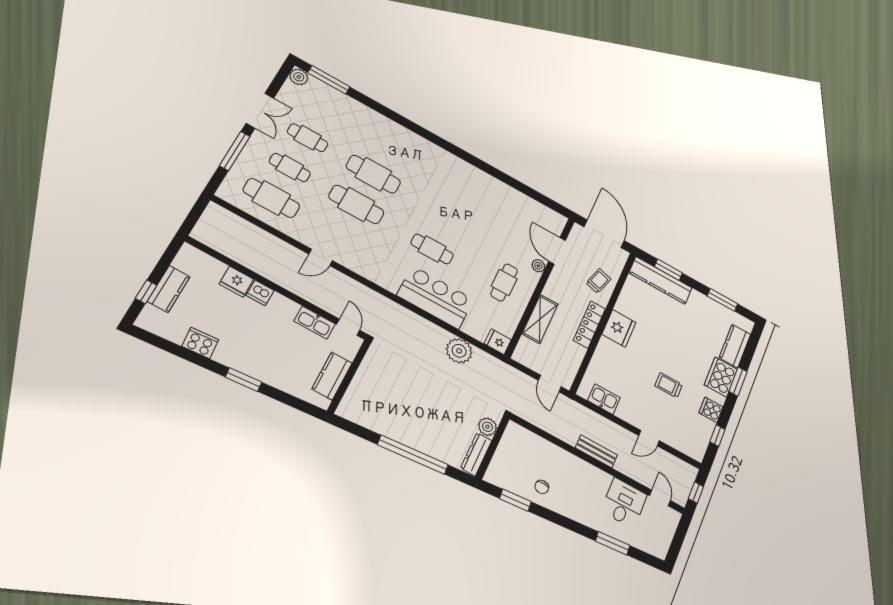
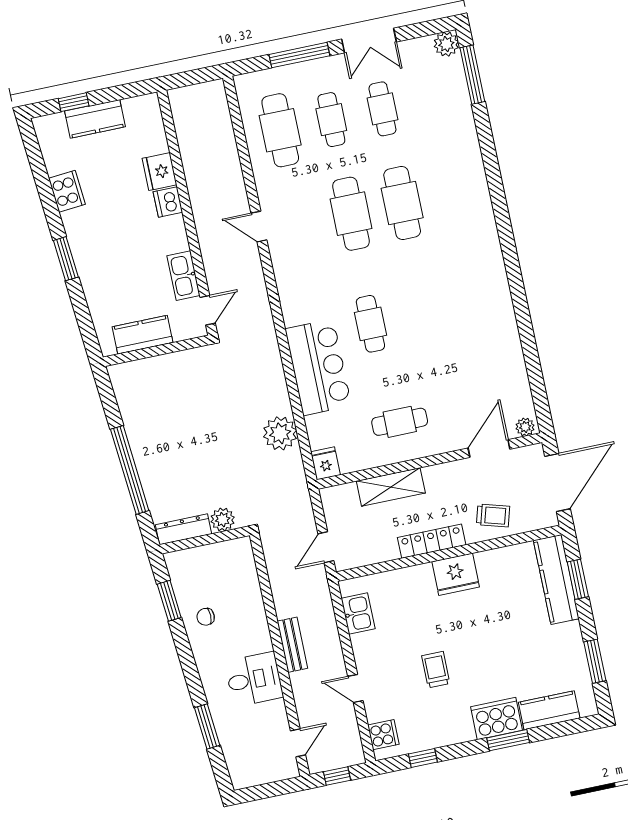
plant: (538, 266) -> (525, 427), moved
cooker: (711, 410) -> (383, 735), moved, turned 90
desk: (624, 503) -> (254, 679), moved

